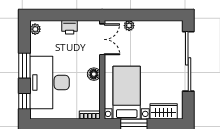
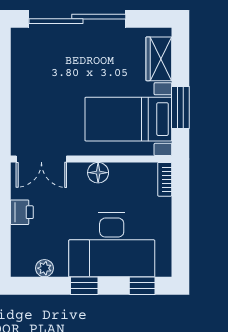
plant: (129, 26) -> (19, 115), removed
plant: (35, 29) -> (44, 268), moved
double door: (102, 39) -> (41, 159), swing flipped
window: (24, 66) -> (84, 286), width x0.67

